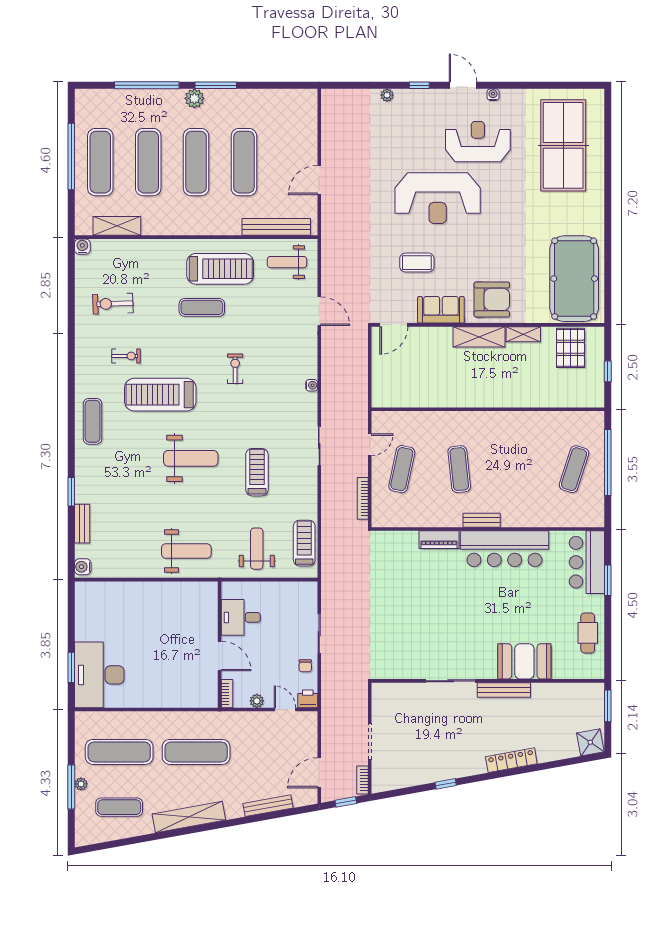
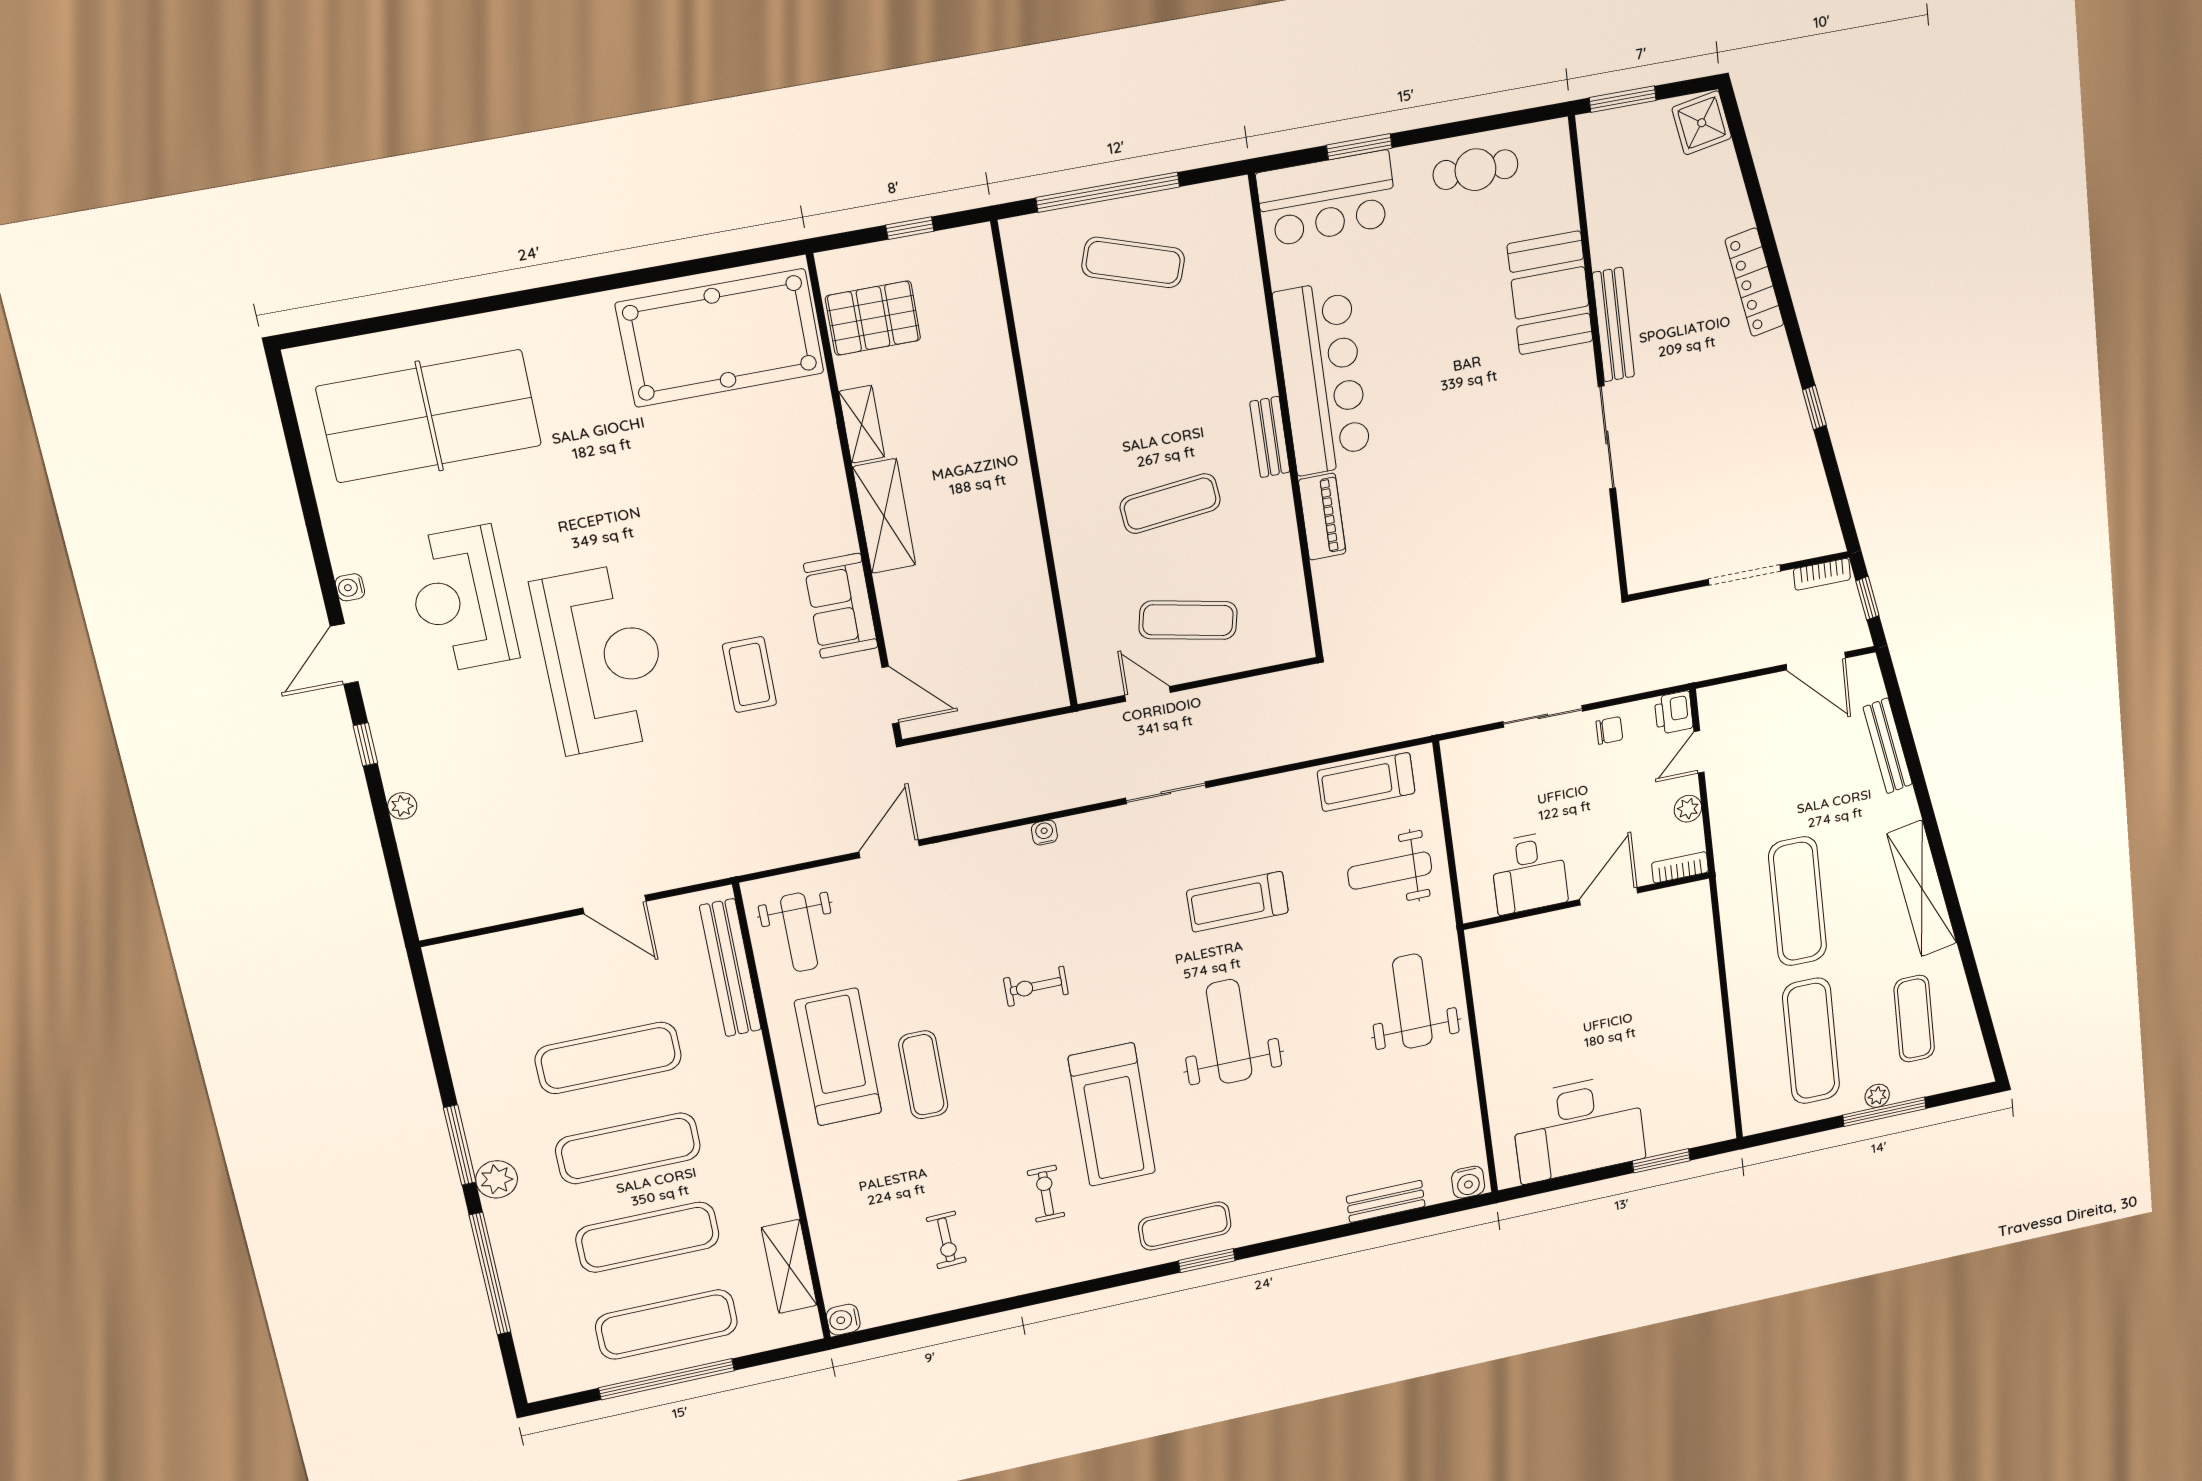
armchair: (492, 299) -> (799, 505), removed
exercise bike: (113, 304) -> (946, 1240), width x0.73, depth x0.72
window: (71, 492) -> (1207, 1261), moved
bookcase: (363, 498) -> (1260, 686), removed
desk: (99, 675) -> (1578, 1128), moved

